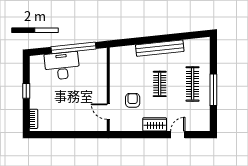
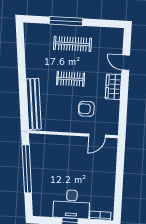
bench: (160, 48) -> (34, 104), moved
desk: (62, 66) -> (71, 204), moved, turned -84
window: (213, 90) -> (66, 21), moved

